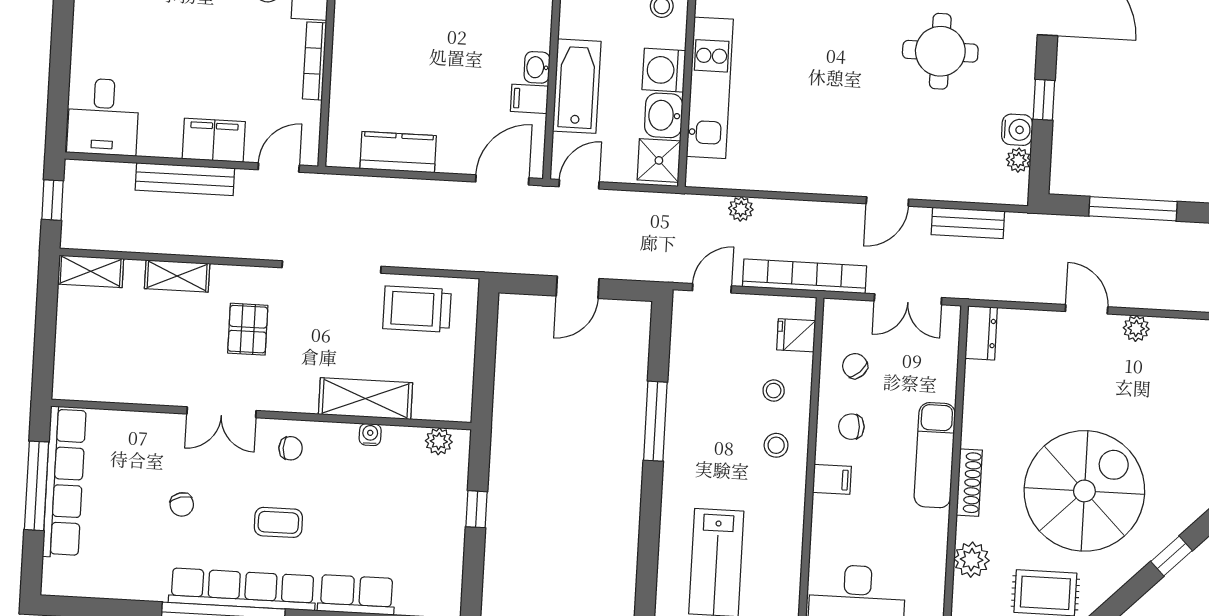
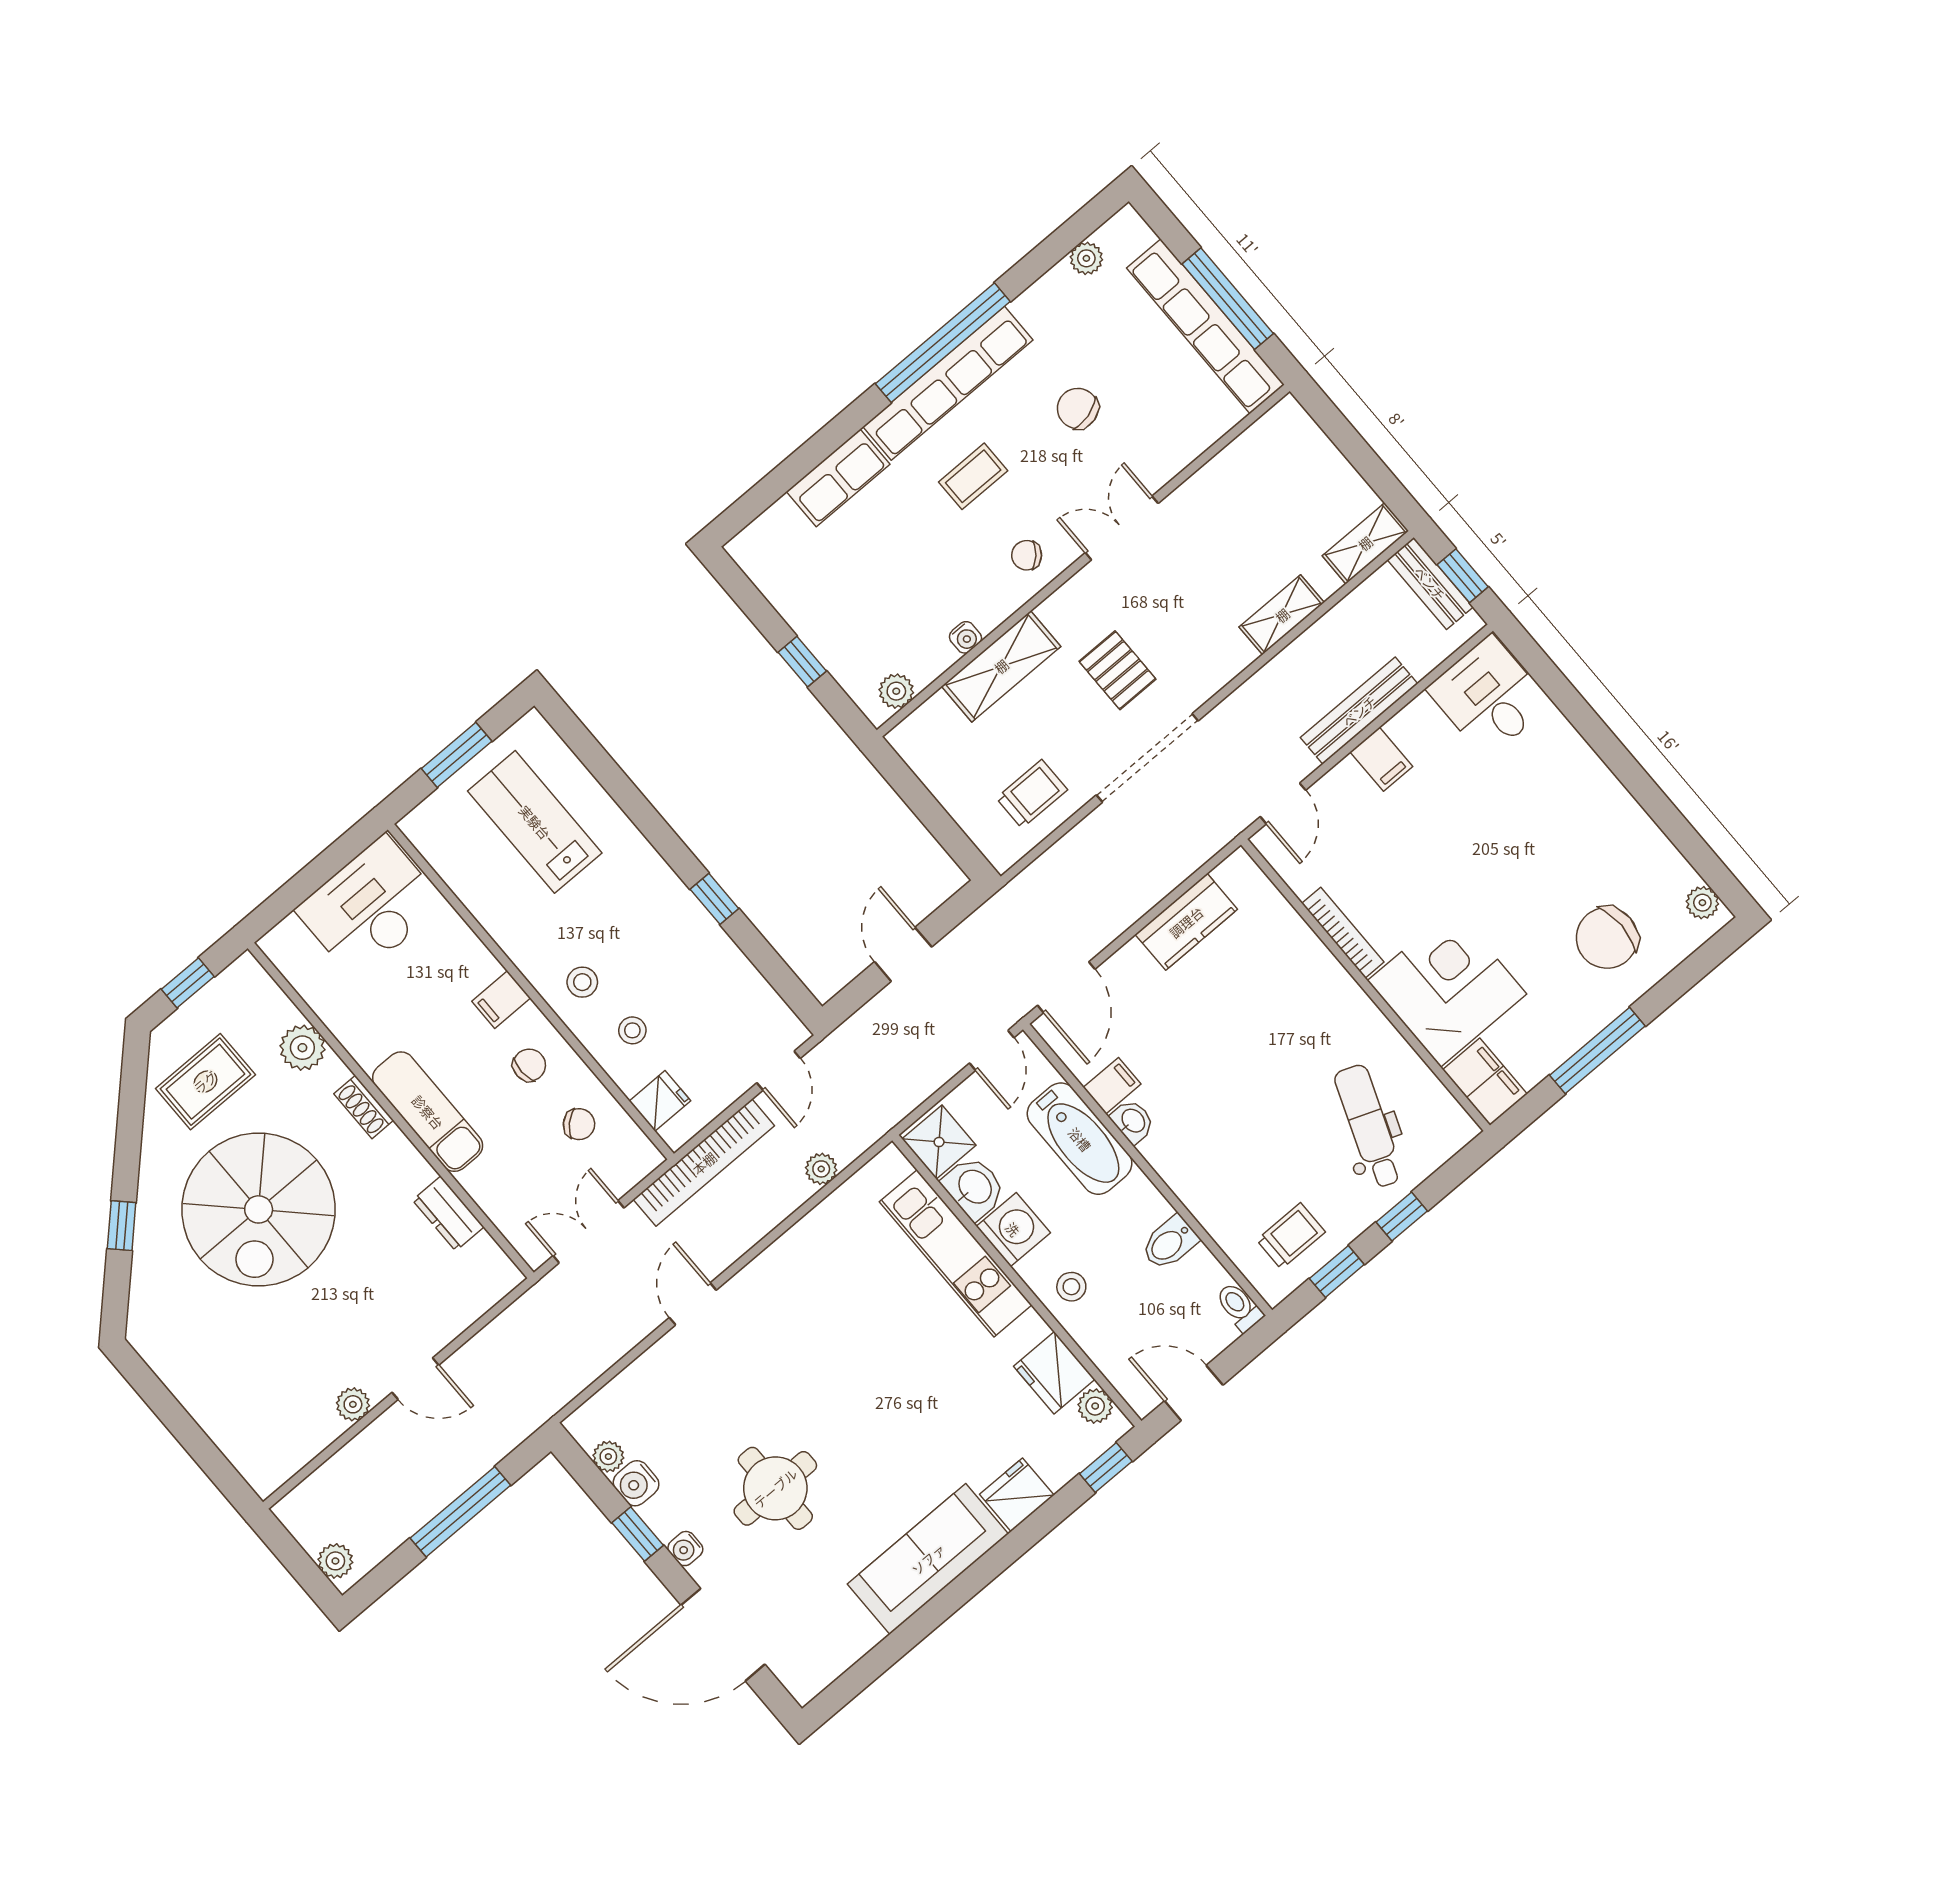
water cooler: (1024, 66) -> (685, 1549), added
filing cabinet: (214, 140) -> (1381, 759), width x0.50
bench: (968, 223) -> (1430, 583), moved, turned 90
trolley: (417, 309) -> (1032, 794), width x0.73, depth x0.72
pallet: (248, 329) -> (1117, 670), moved
dresser: (981, 333) -> (448, 1214), moved
window: (655, 421) -> (714, 899), width x0.46
chair: (291, 448) -> (1027, 555), turned 42
shoe rack: (969, 483) -> (364, 1107), width x0.70
chair: (182, 504) -> (1078, 408), width x1.37, depth x1.37
plant: (95, 586) -> (1086, 258), added

